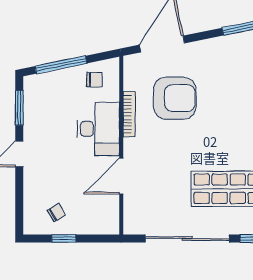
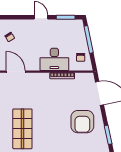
armchair: (175, 98) -> (82, 122), moved
door: (121, 176) -> (16, 72), moved

